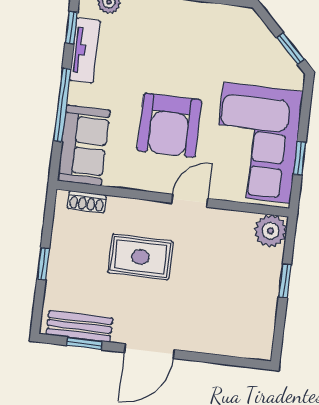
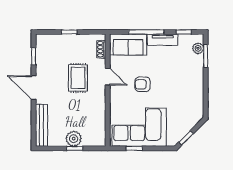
tv unit: (85, 50) -> (163, 40), moved
armchair: (169, 125) -> (143, 84), width x0.53, depth x0.53
door: (190, 201) -> (108, 77), moved
plant: (271, 231) -> (74, 139), moved
bench: (79, 326) -> (41, 125), moved, width x1.36

